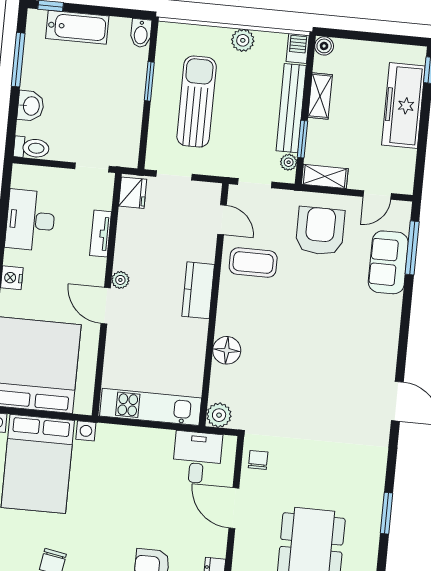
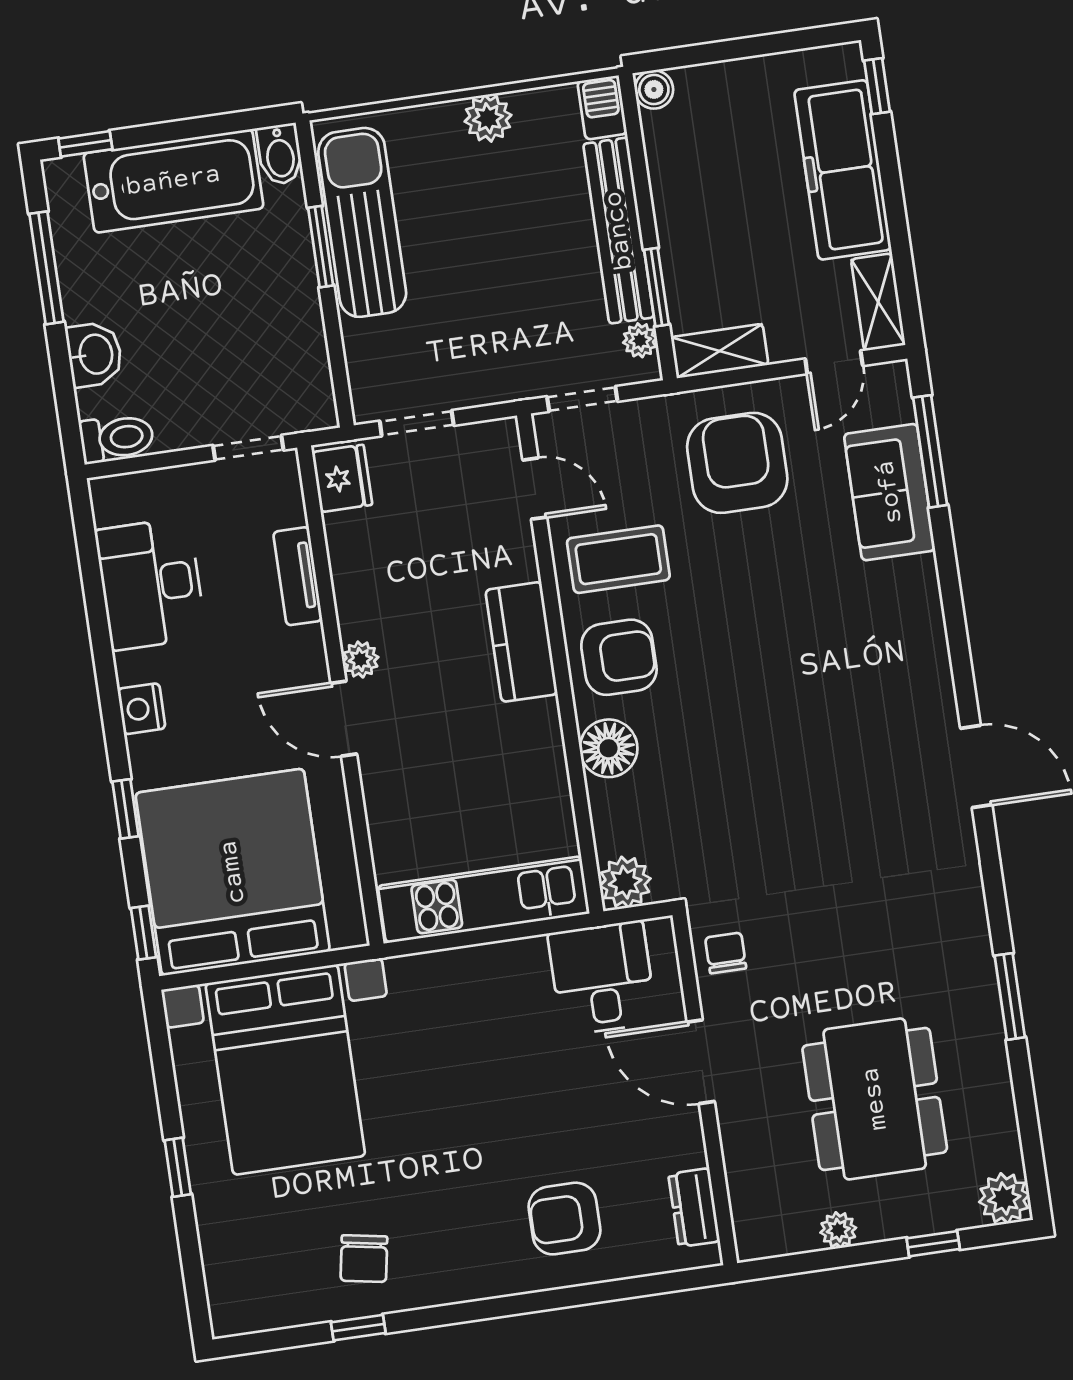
bathtub: (77, 27) -> (173, 181), width x1.36, depth x1.36
shelving: (320, 96) -> (878, 302), moved
sun lounger: (197, 101) -> (362, 222), moved
armchair: (242, 309) -> (619, 657), added

